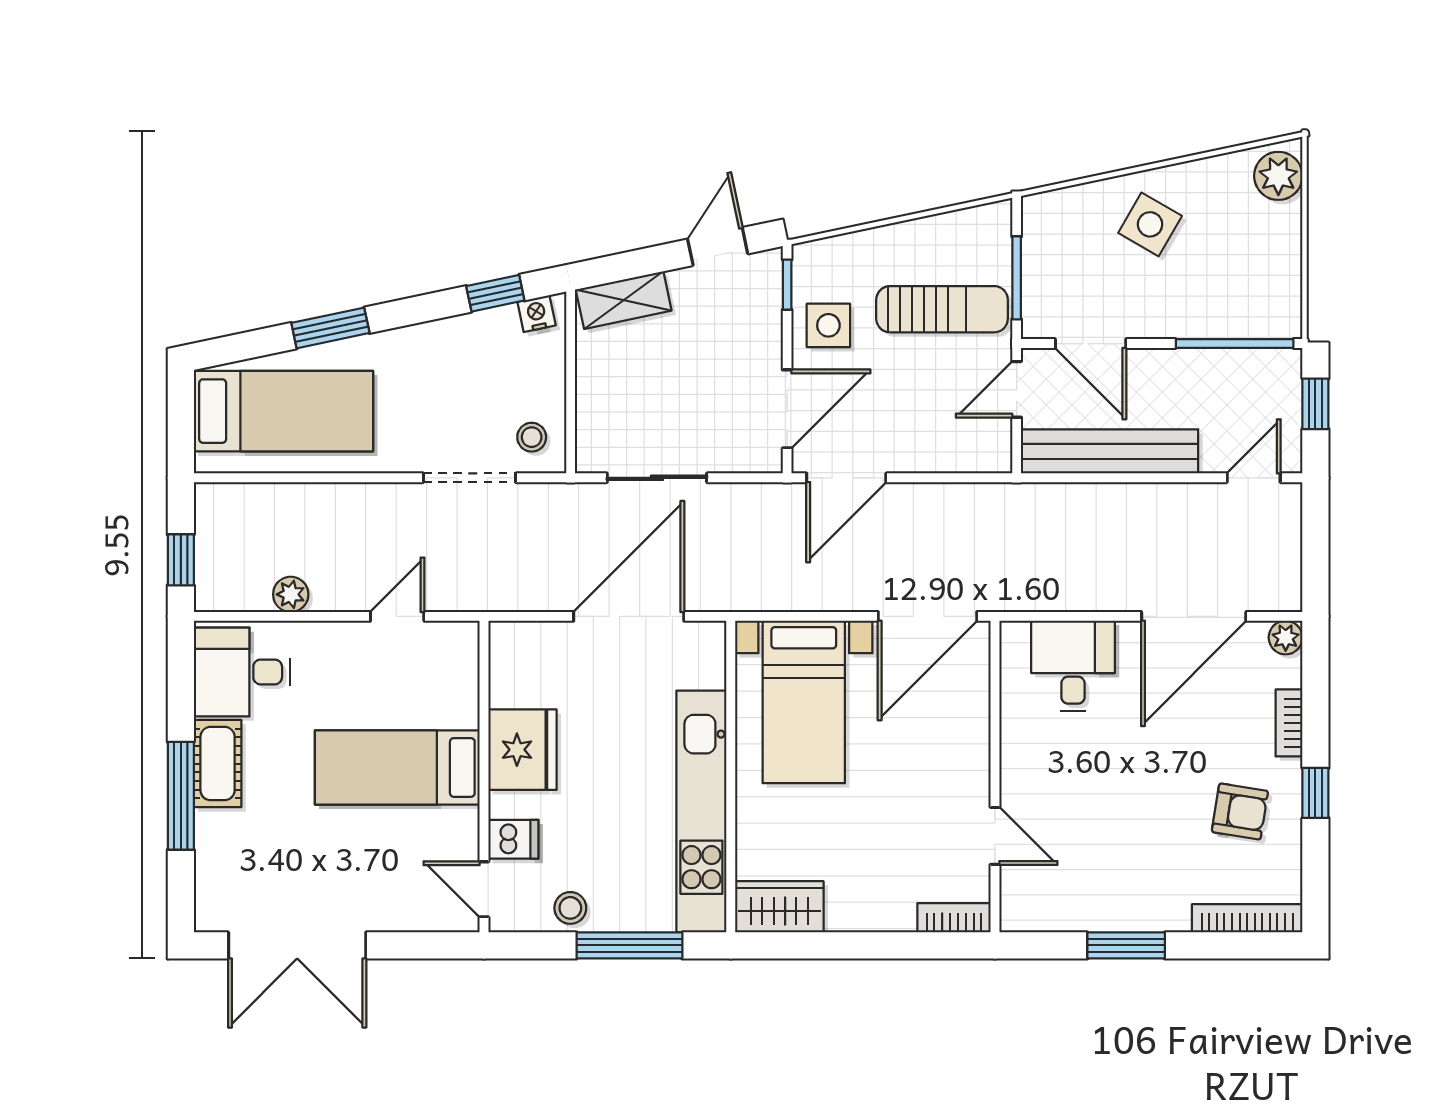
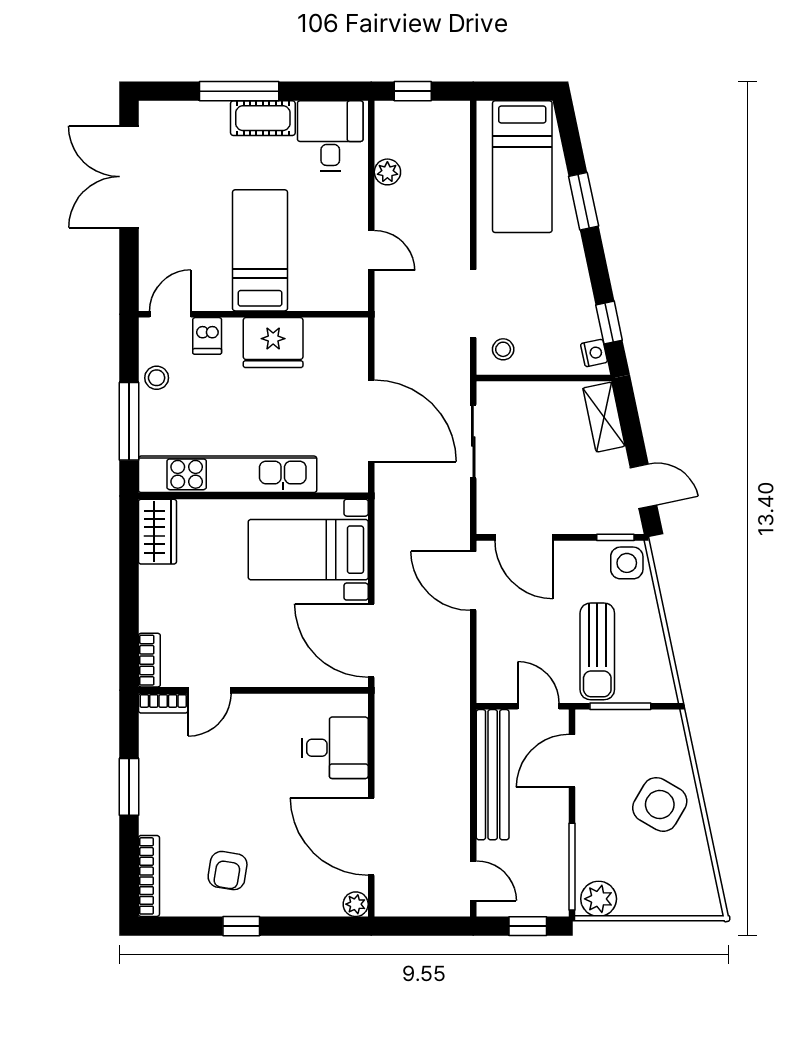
plant: (1278, 176) -> (599, 899), moved
side table: (1150, 224) -> (660, 804), width x1.37, depth x1.37
side table: (828, 325) -> (627, 563), moved
bookcase: (1289, 723) -> (163, 703), moved, turned 180

